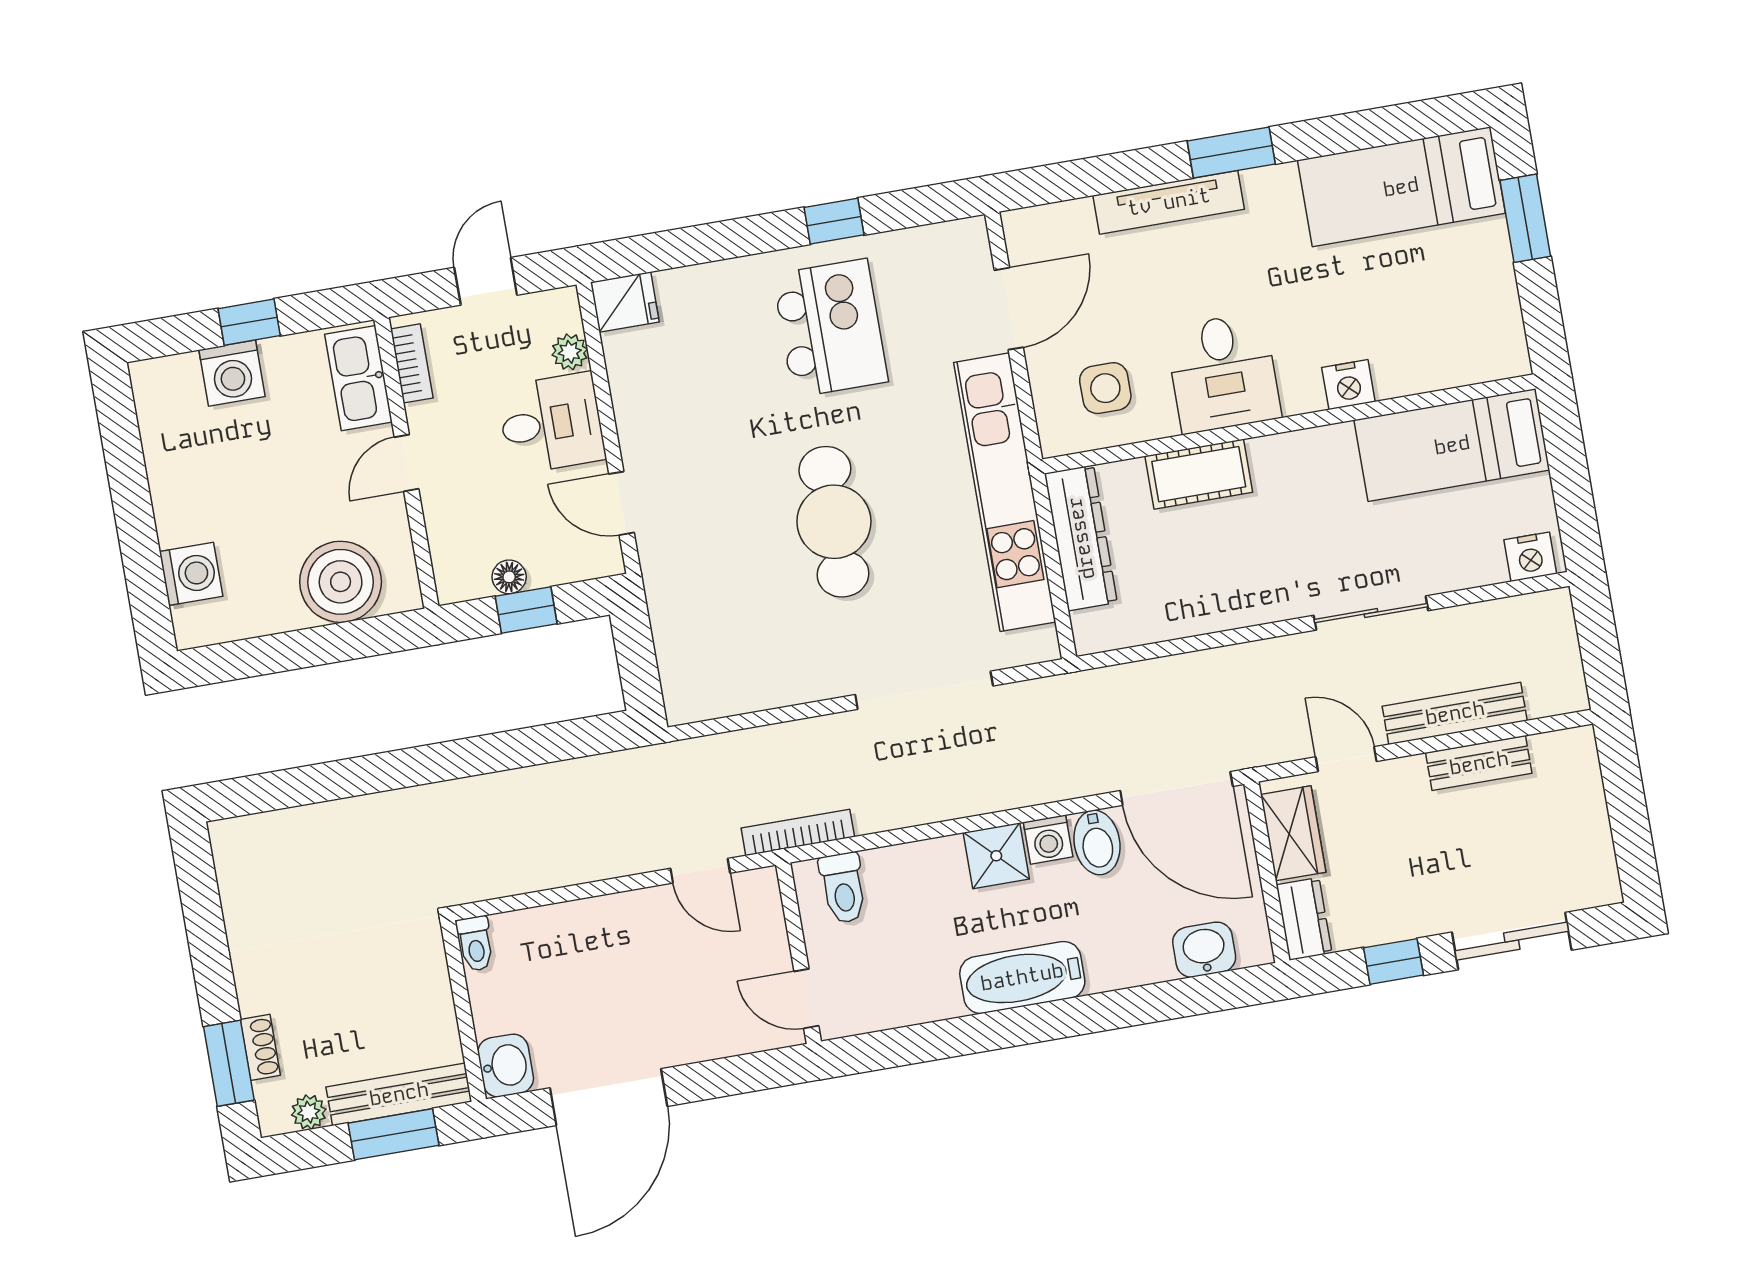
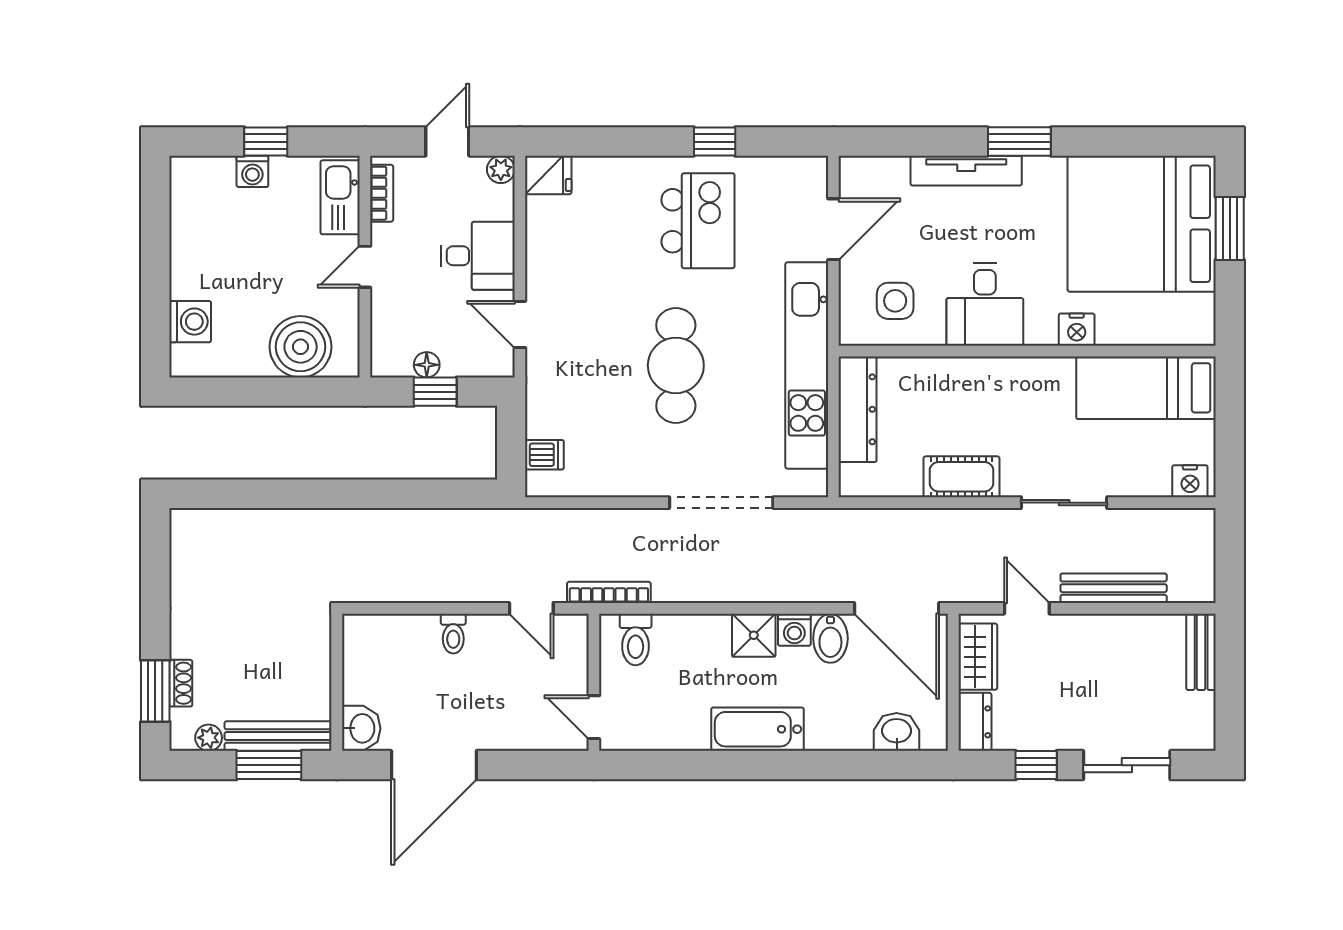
bed: (1401, 187) -> (1142, 224), width x2.04
plant: (570, 352) -> (501, 169), moved
washing machine: (232, 373) -> (252, 171), width x0.73, depth x0.73
cot: (1199, 474) -> (961, 477), moved
dishwasher: (683, 668) -> (544, 455), added
bench: (1479, 763) -> (1201, 652), moved, turned 90
toilet: (475, 944) -> (453, 634), moved

